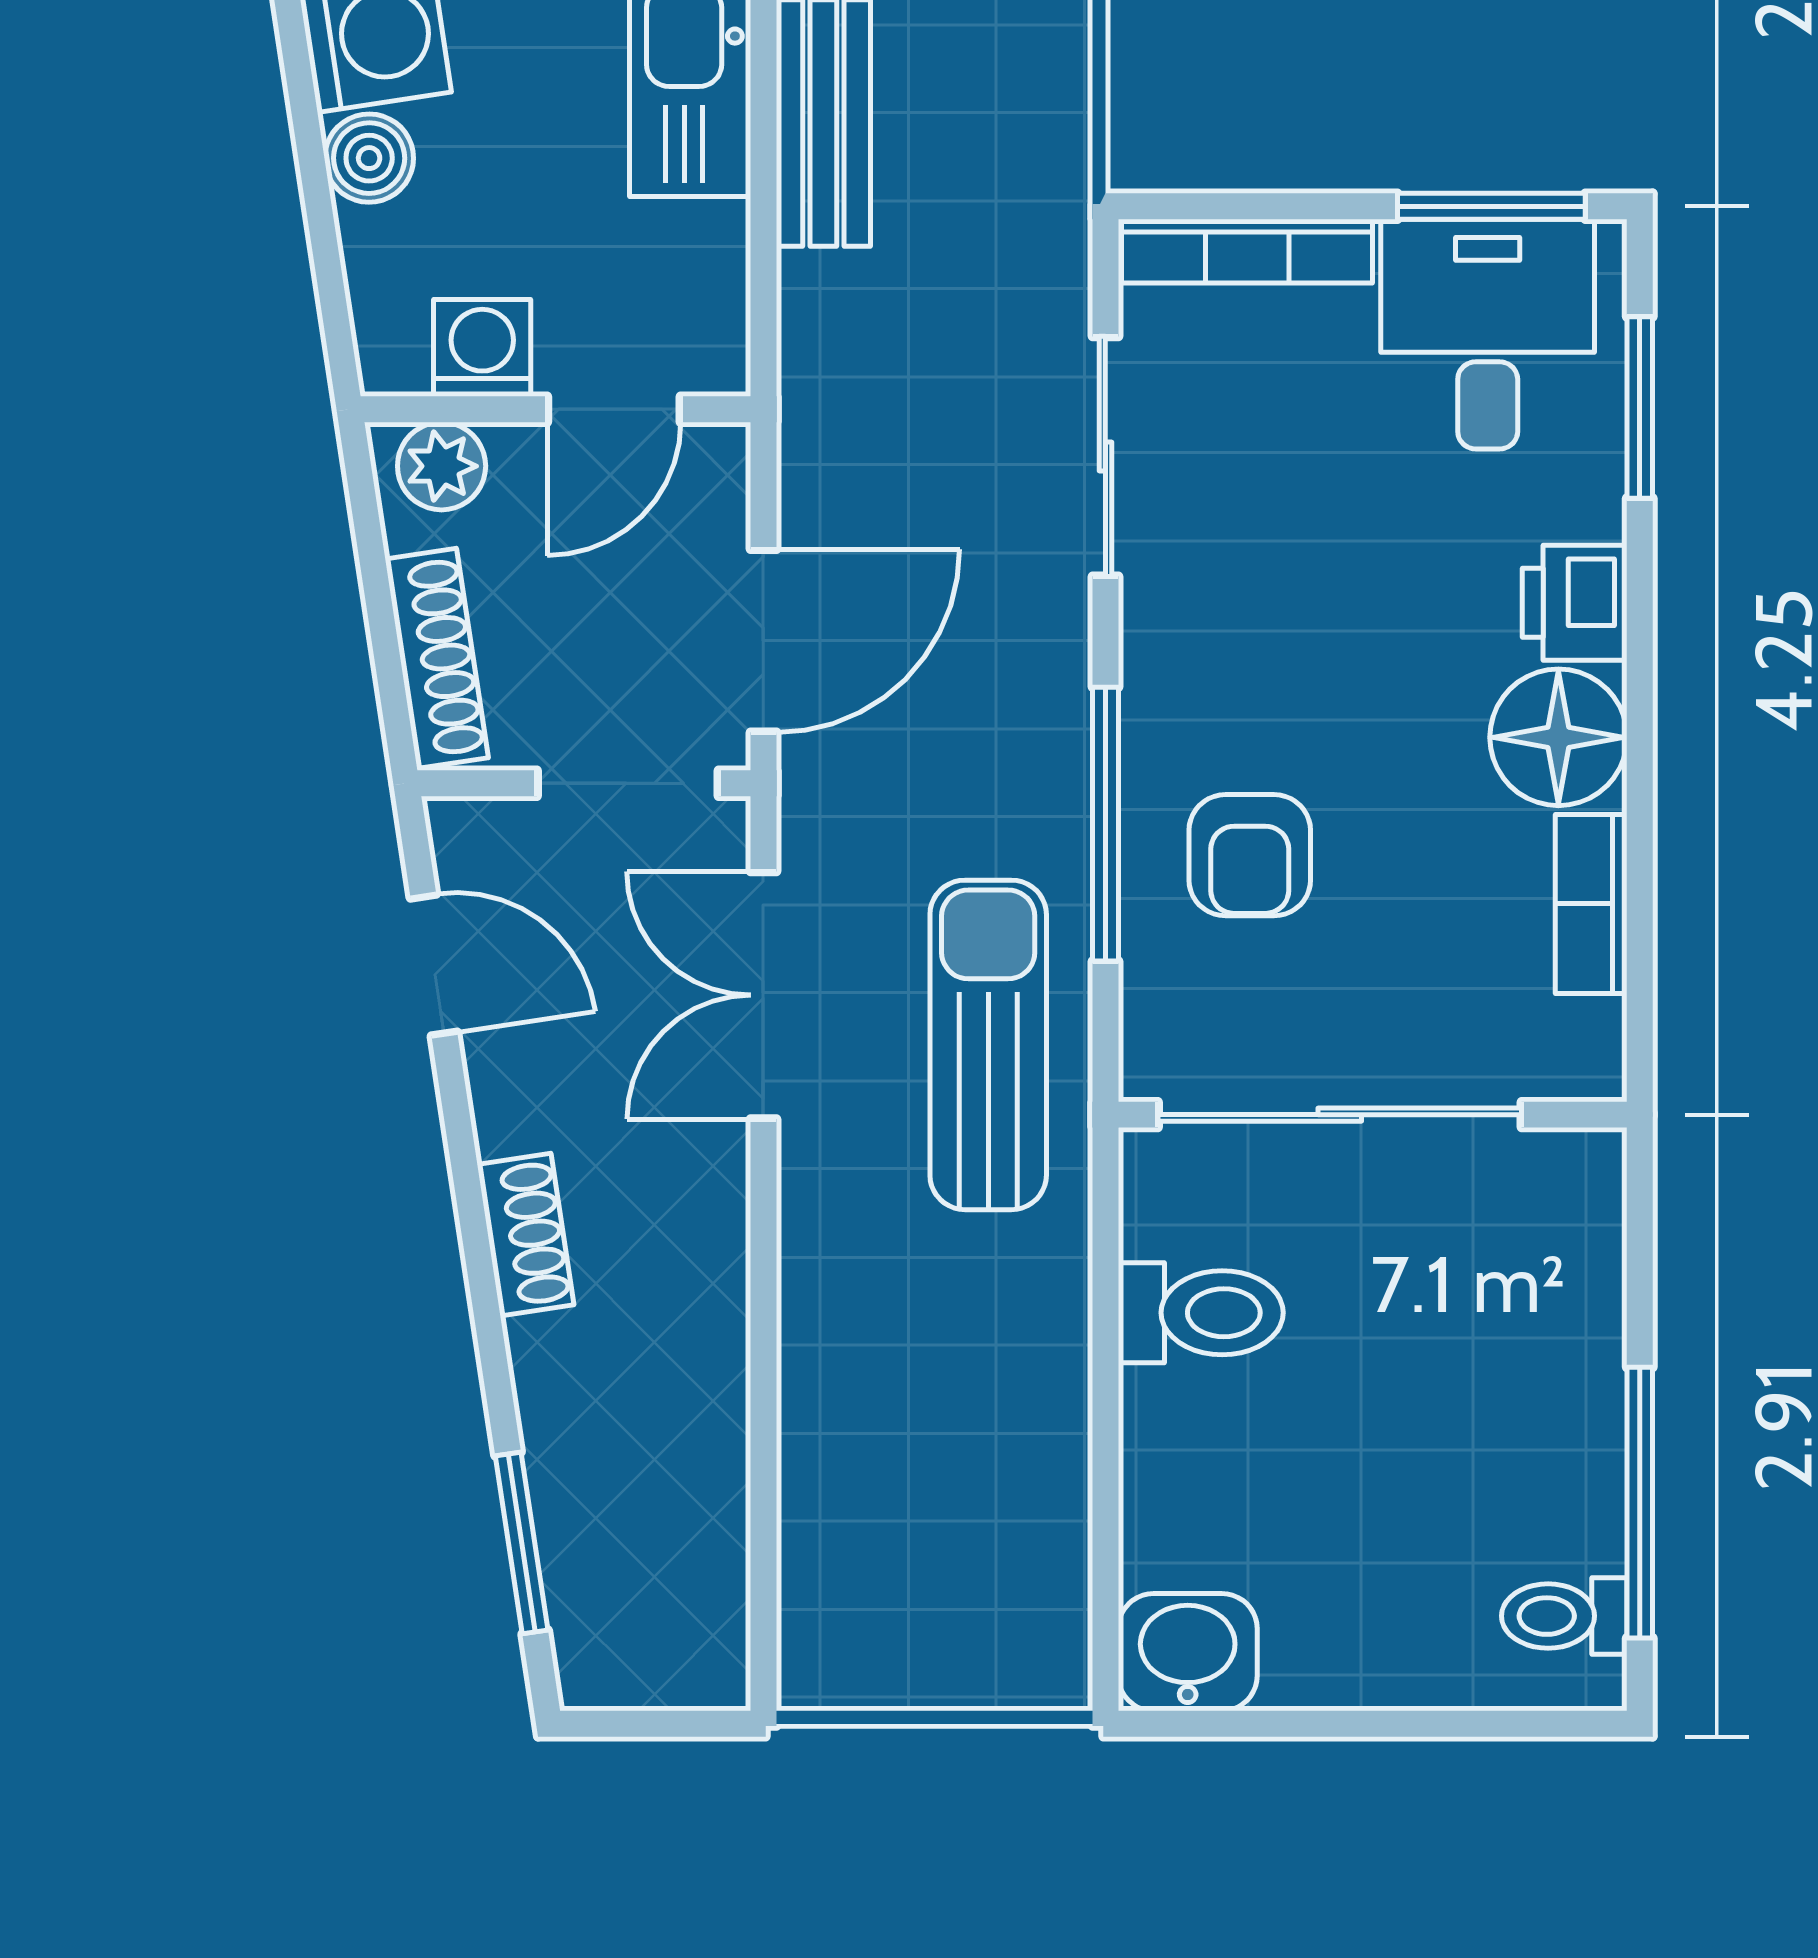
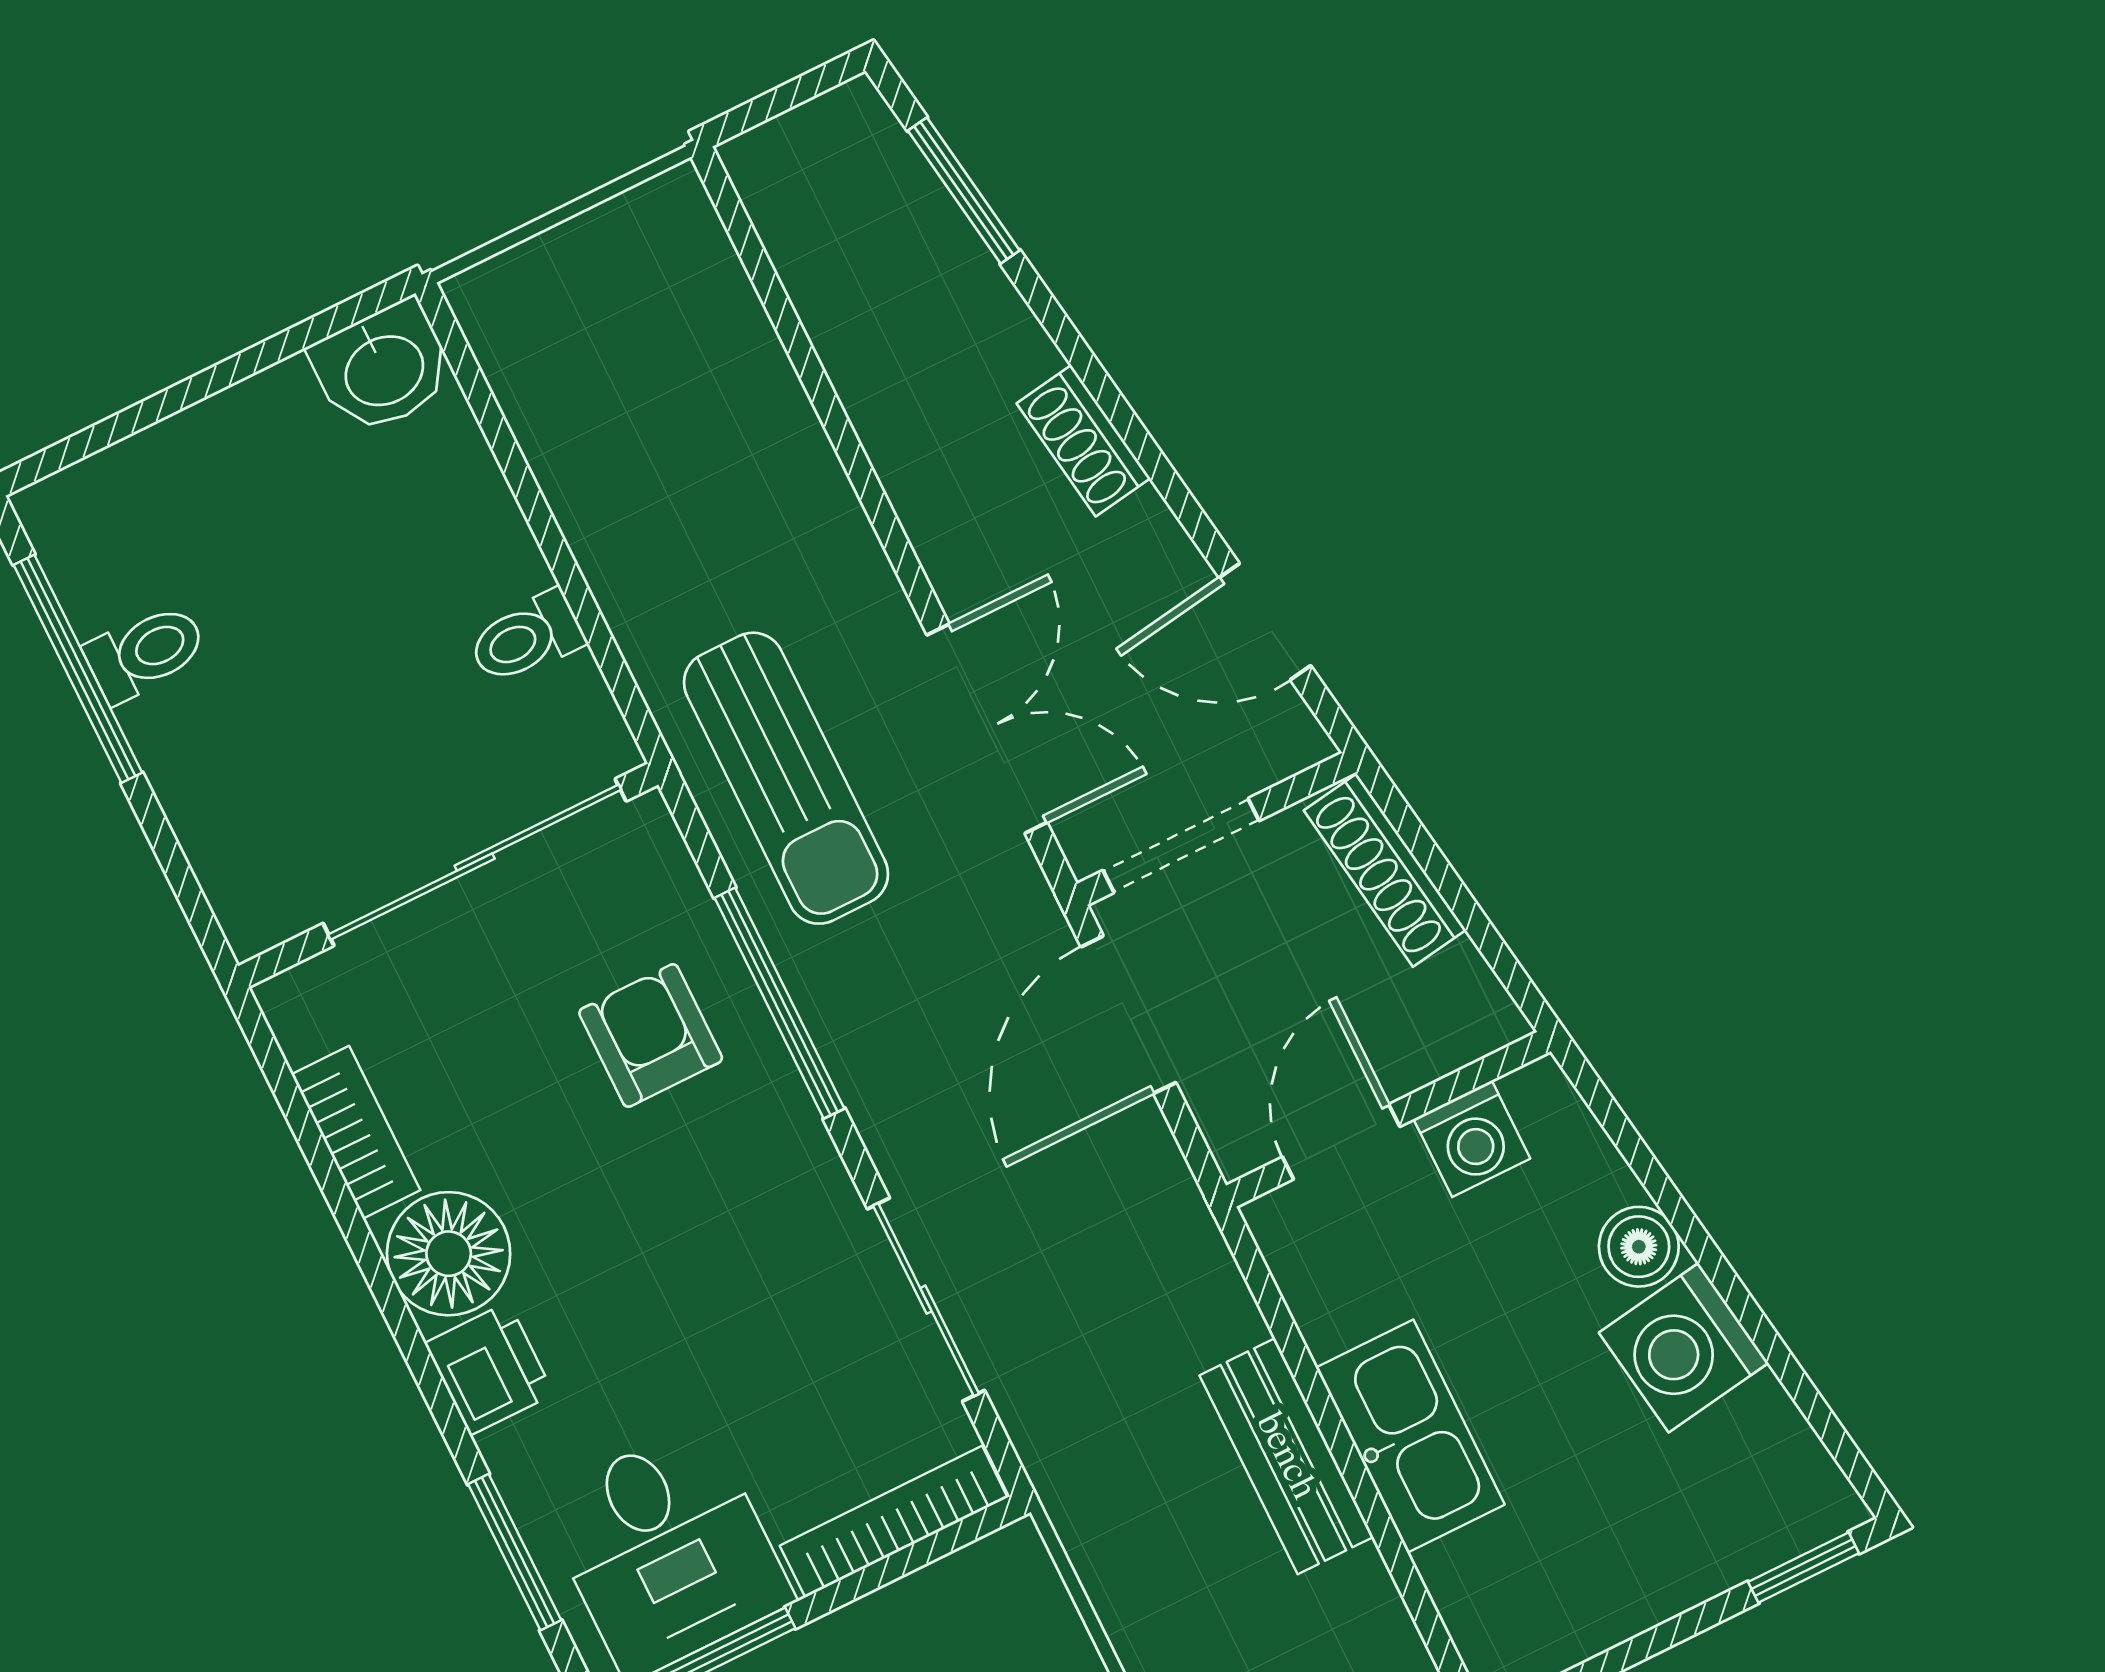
plant: (442, 466) -> (1458, 1027), removed
toilet: (1201, 1313) -> (526, 638), width x0.73, depth x0.72
toilet: (1564, 1616) -> (146, 652), moved

